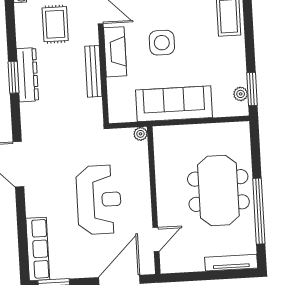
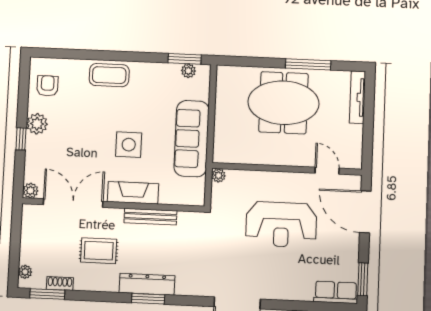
reception desk: (99, 200) -> (281, 224), turned 180
window: (259, 211) -> (308, 64), width x0.68
row of seats: (38, 249) -> (336, 292), width x0.68

